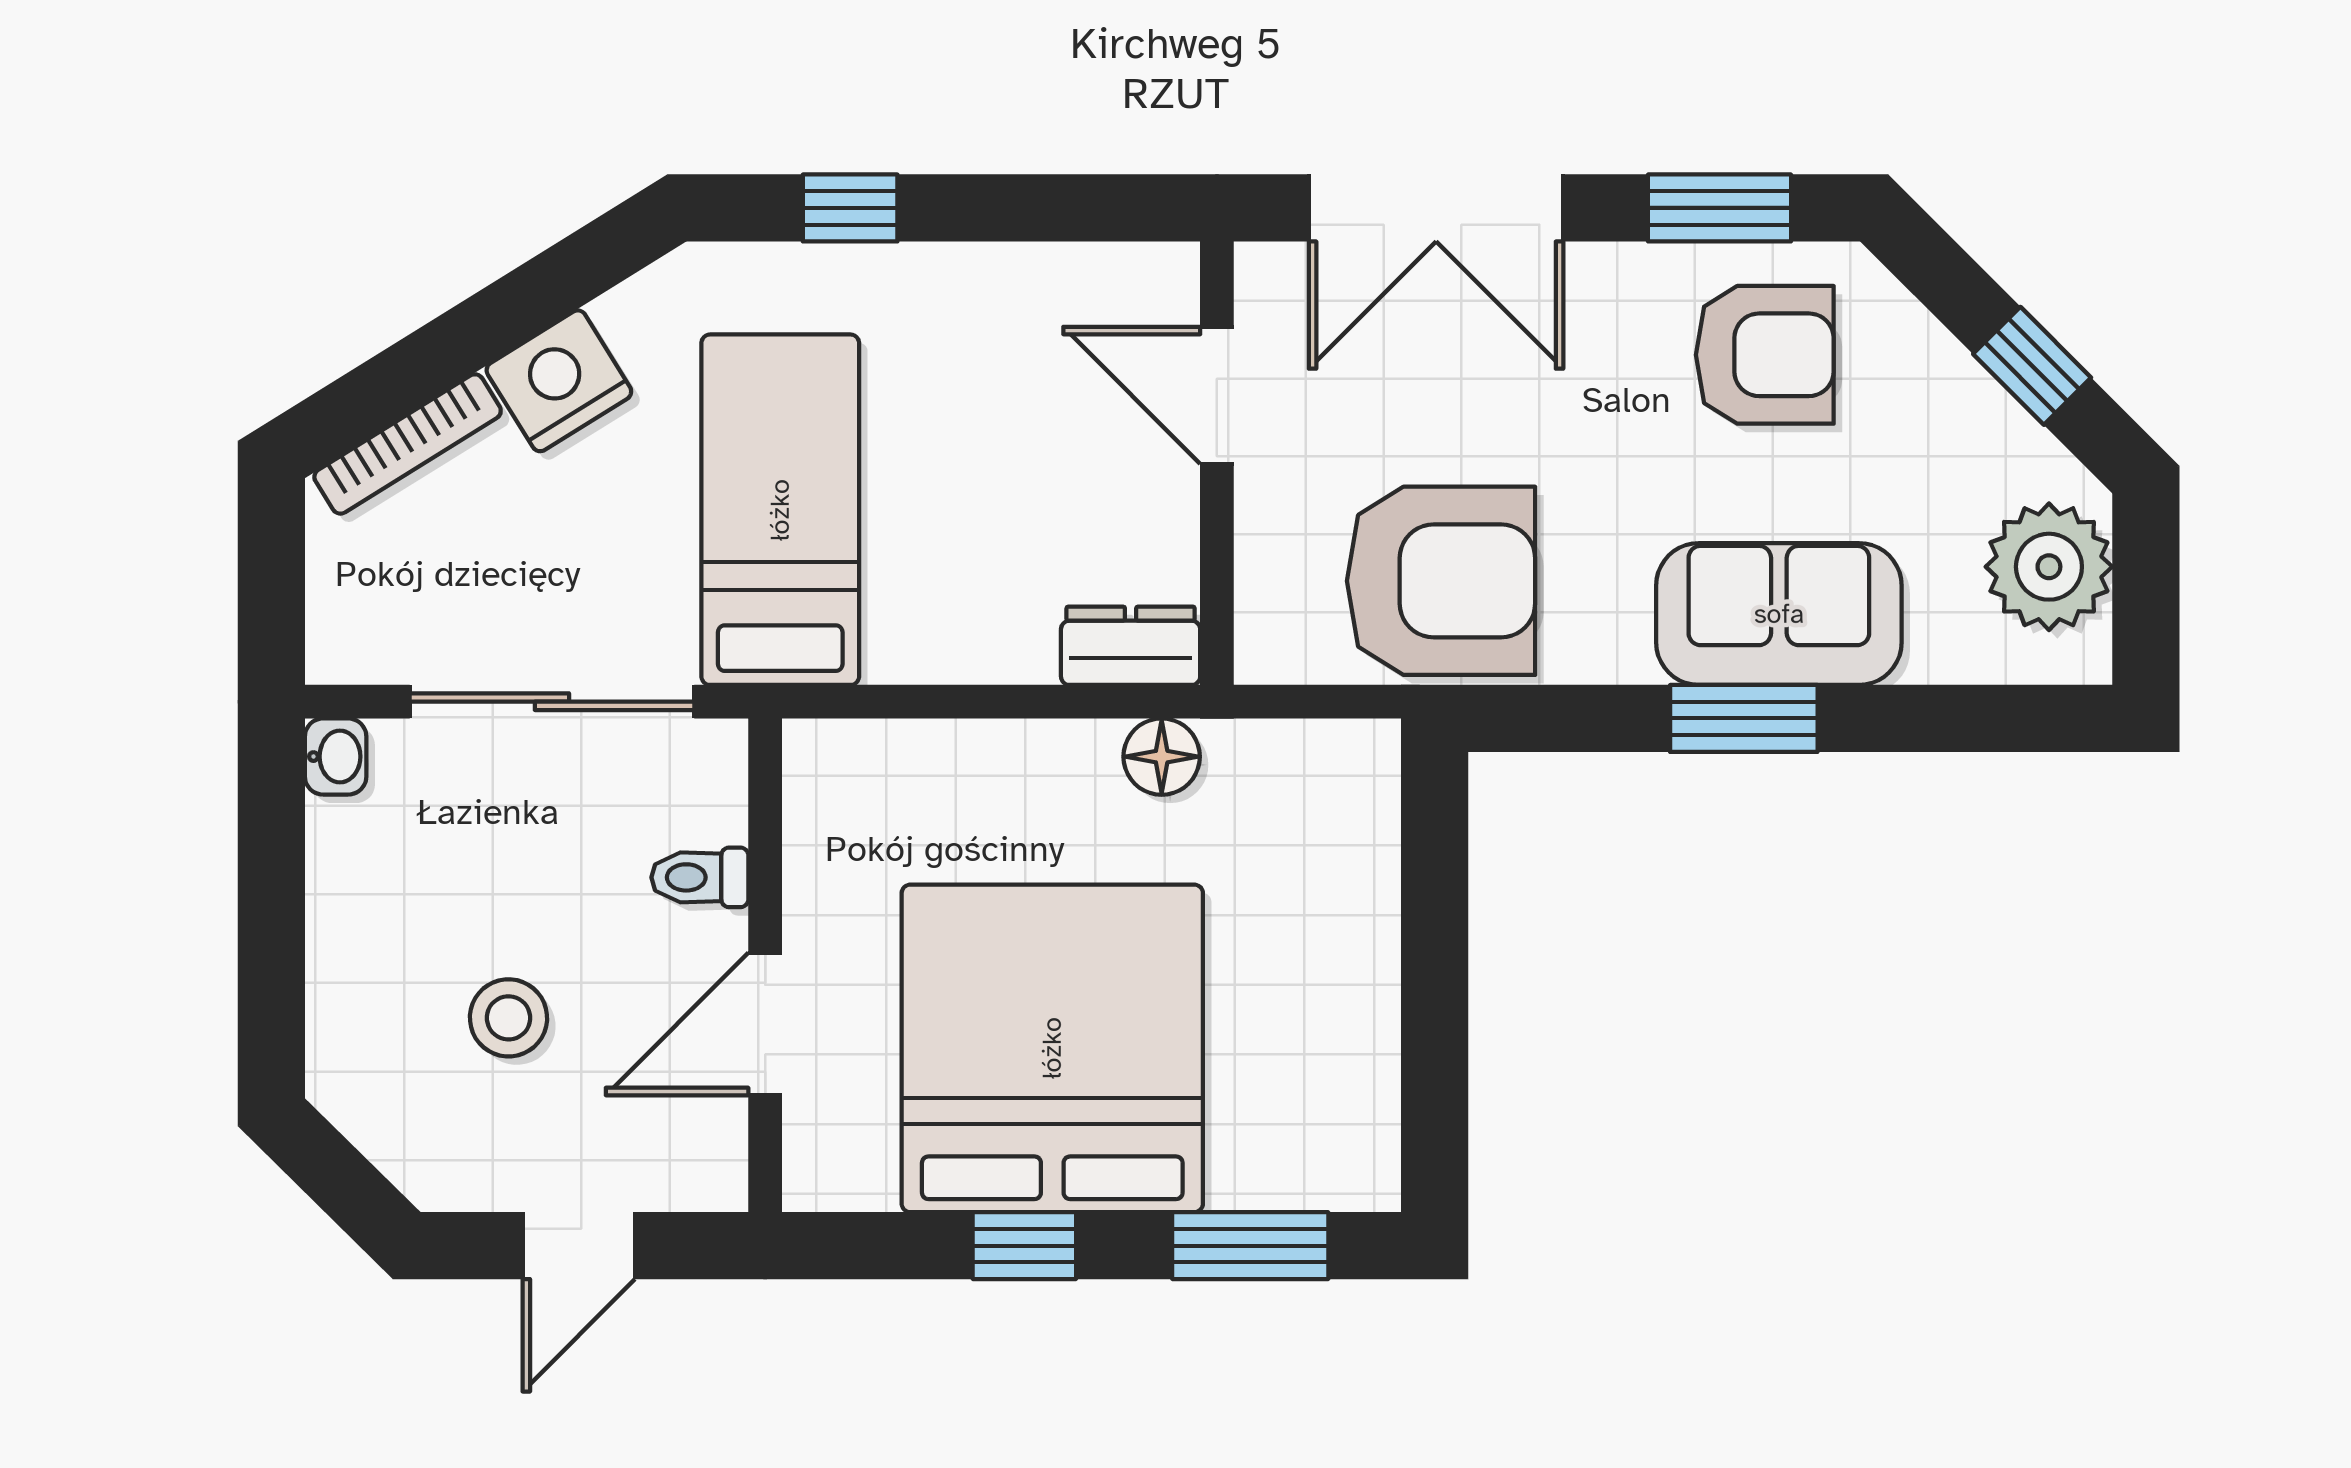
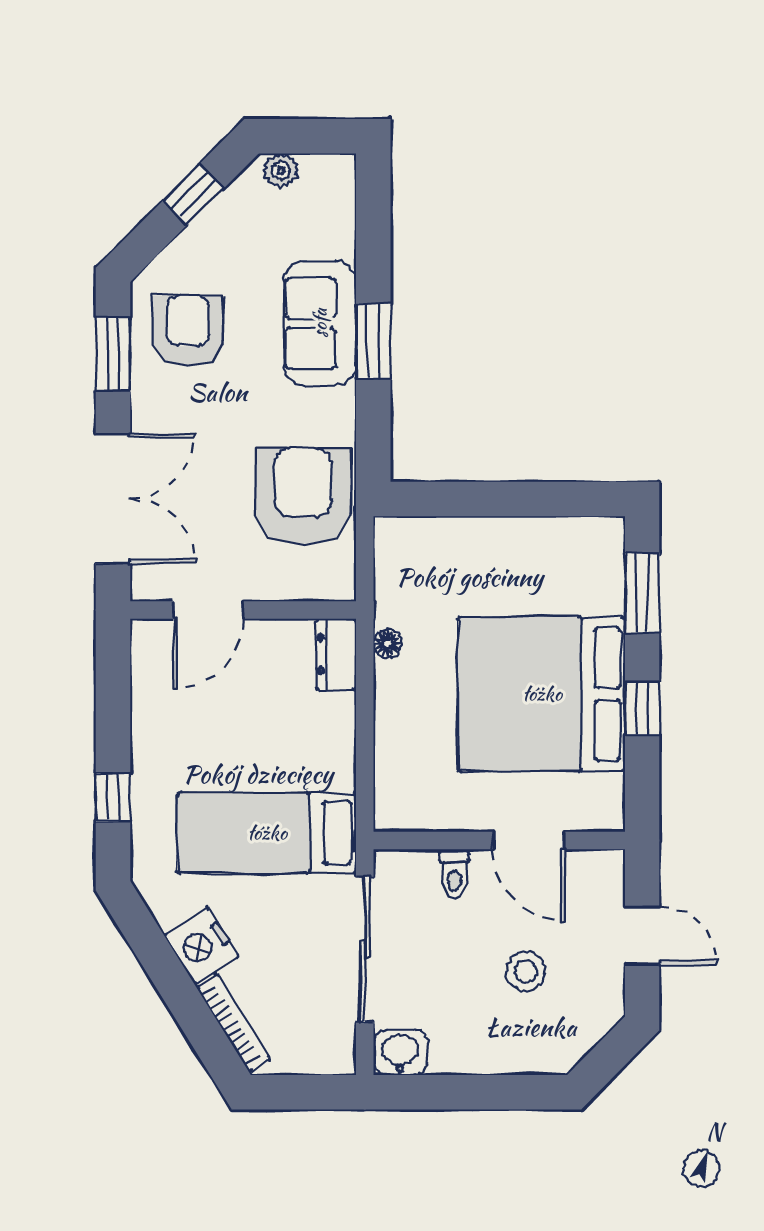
plant: (2049, 567) -> (281, 171), width x0.53, depth x0.53
washbasin: (336, 757) -> (400, 1053), width x1.38, depth x1.45
floor lamp: (1162, 757) -> (387, 644), width x0.73, depth x0.73

